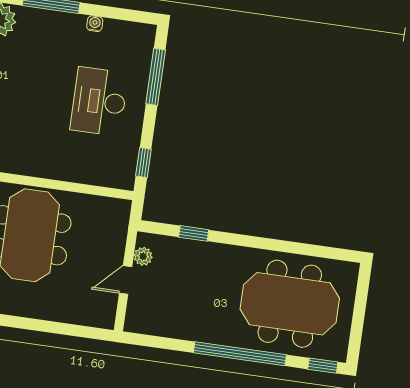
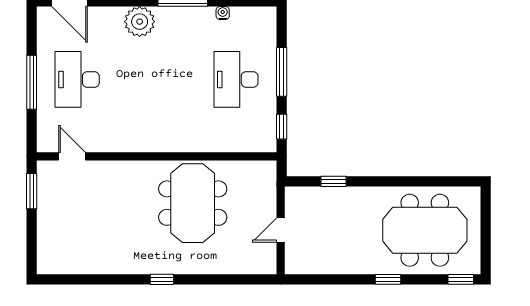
window: (156, 77) -> (282, 72), moved
plant: (143, 256) -> (293, 207), removed
window: (240, 354) -> (388, 279), width x0.32

